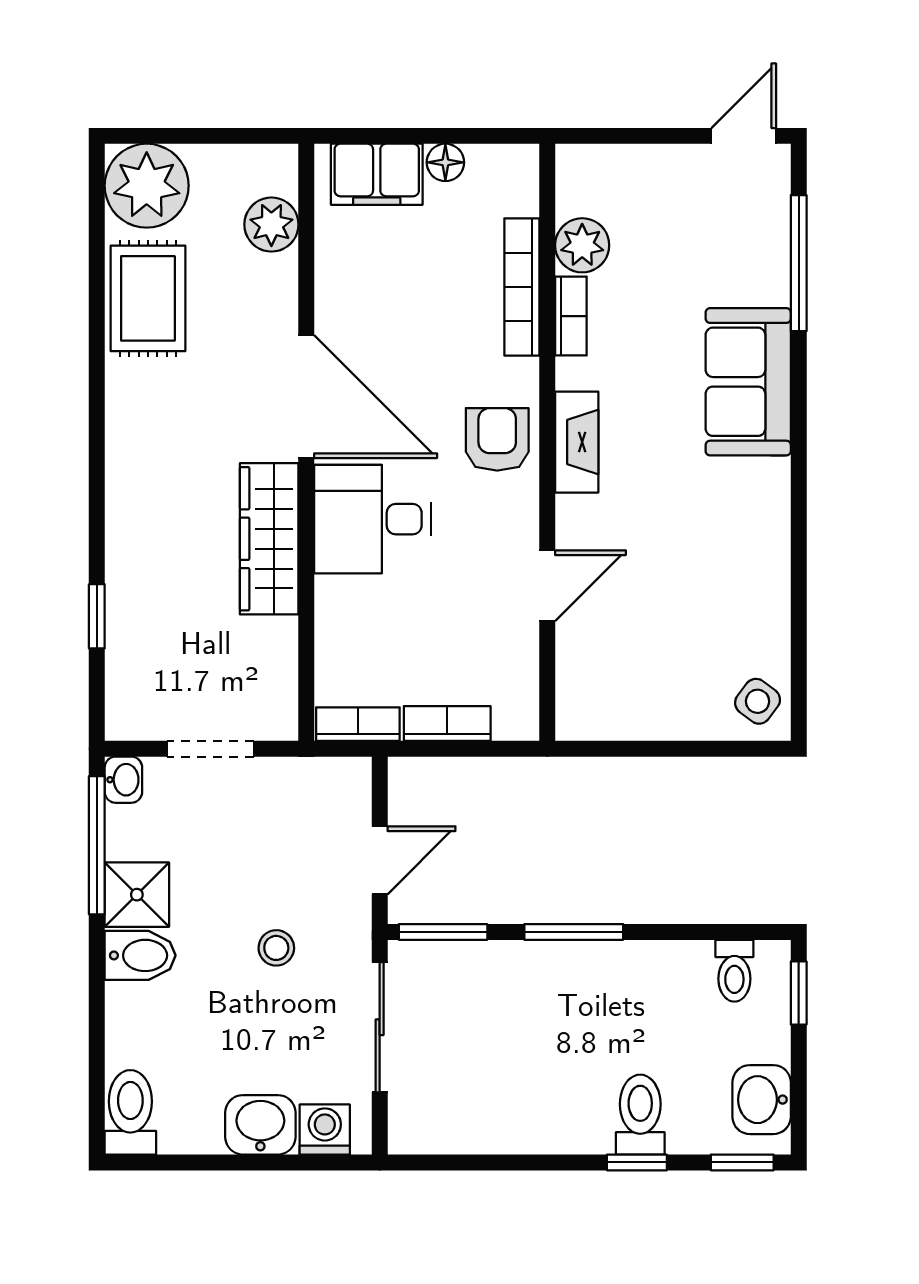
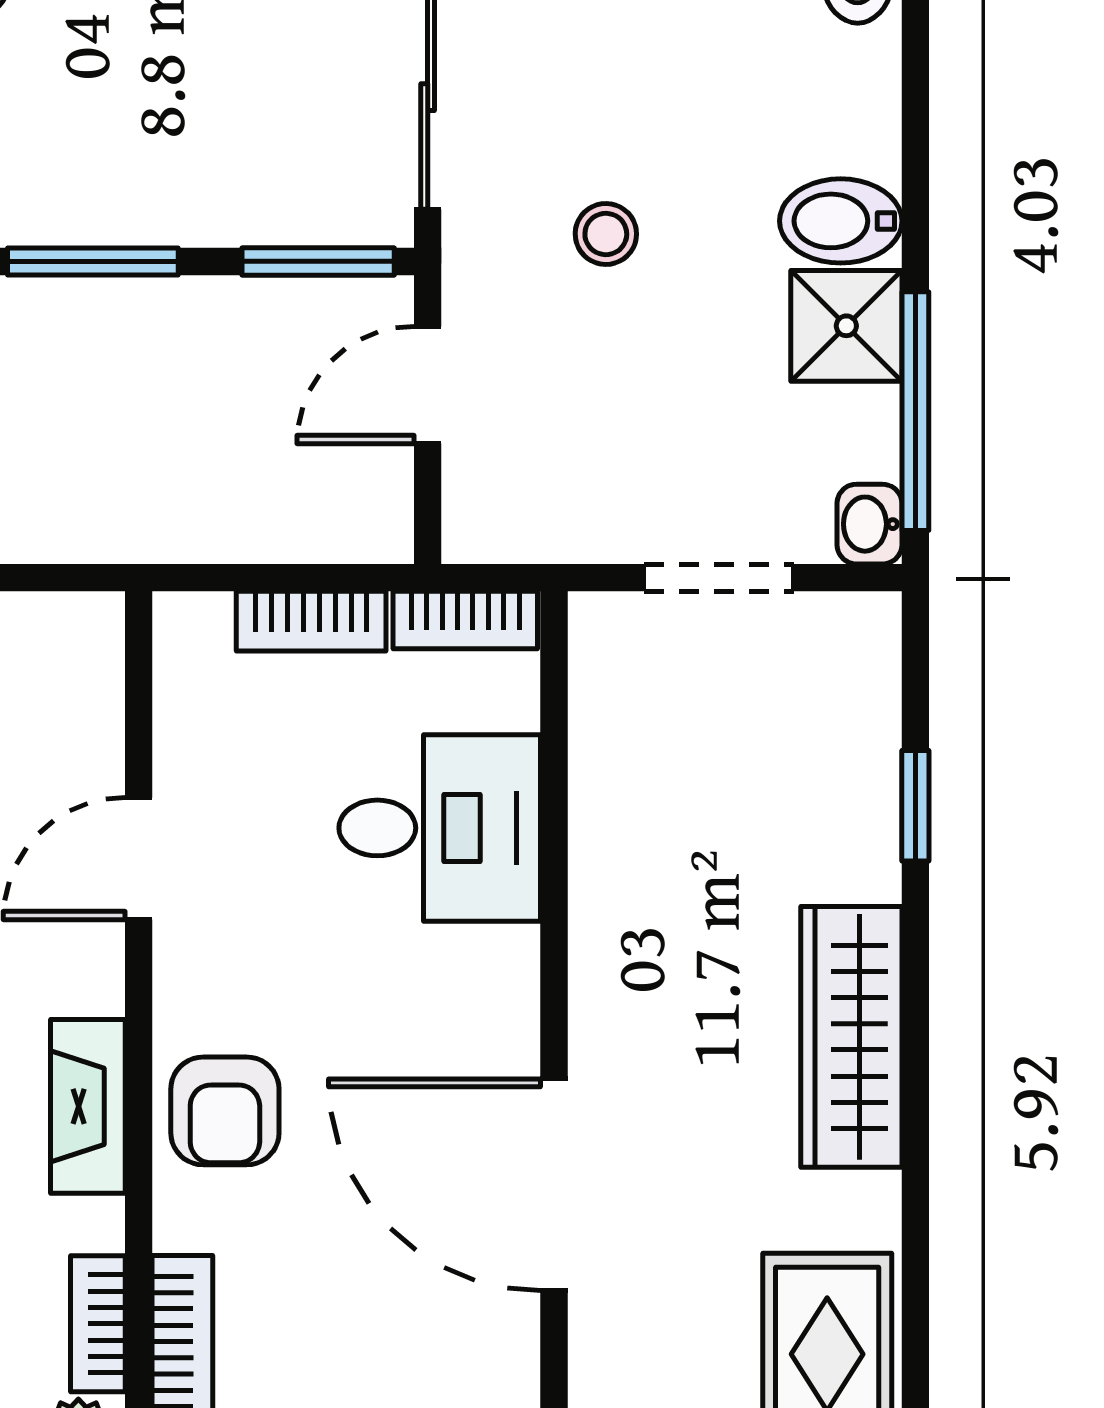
desk: (373, 519) -> (440, 828), moved
wardrobe: (269, 539) -> (851, 1037), moved, turned 180

